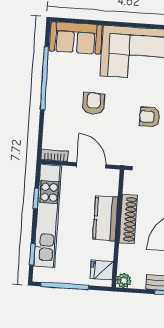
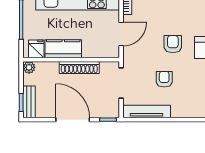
armchair: (94, 104) -> (173, 44), moved, turned -90
kitchen counter: (105, 218) -> (63, 49), moved

